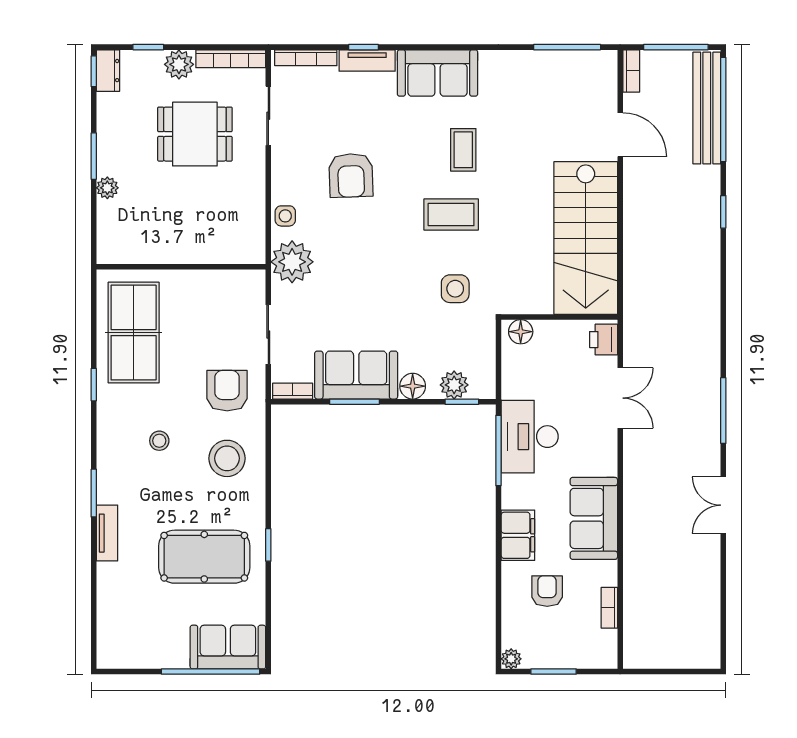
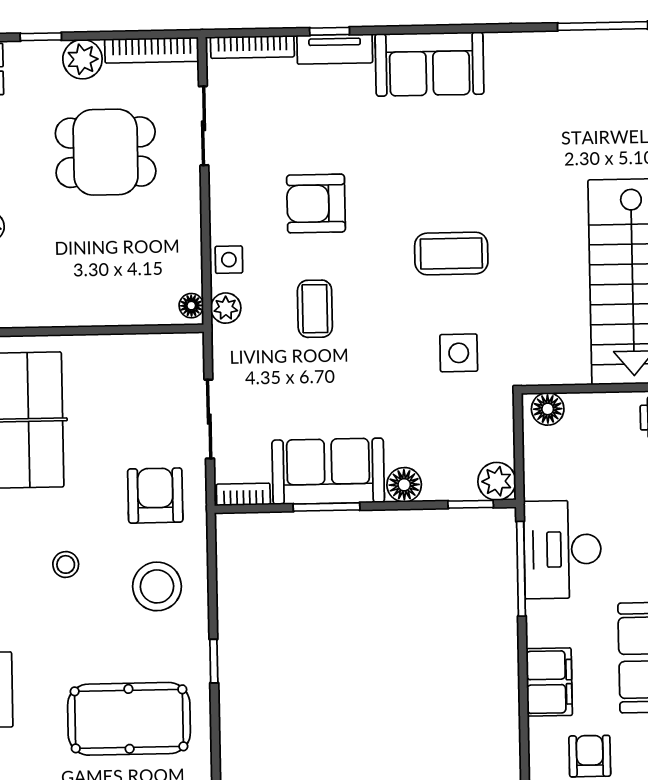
coffee table: (463, 150) -> (315, 309), moved
armchair: (351, 175) -> (316, 204), turned 92
floor lamp: (257, 250) -> (191, 306), added
plant: (292, 262) -> (226, 308), width x0.53, depth x0.53
plant: (454, 385) -> (497, 481), moved
window: (268, 545) -> (214, 661), moved

